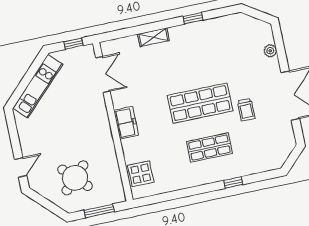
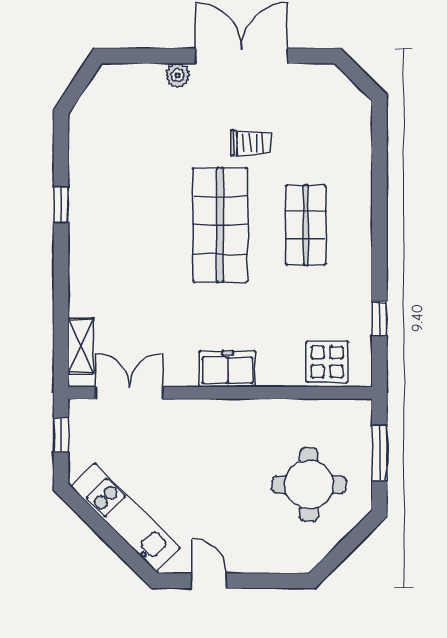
shelving: (153, 37) -> (81, 346), moved
plant: (270, 51) -> (178, 75), moved
door: (21, 167) -> (209, 581), moved
round table: (75, 178) -> (309, 485), turned 45
window: (233, 182) -> (379, 319), moved

